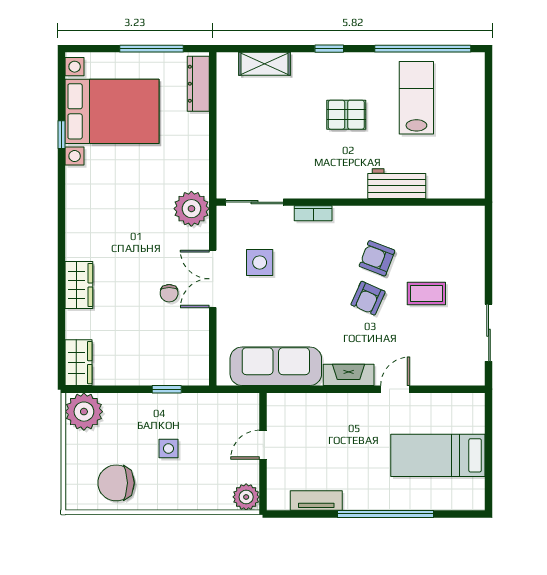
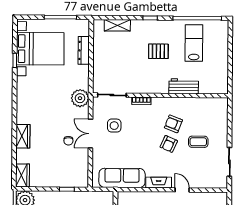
dresser: (198, 84) -> (84, 50), moved
door: (395, 389) -> (182, 190), hinge flipped

